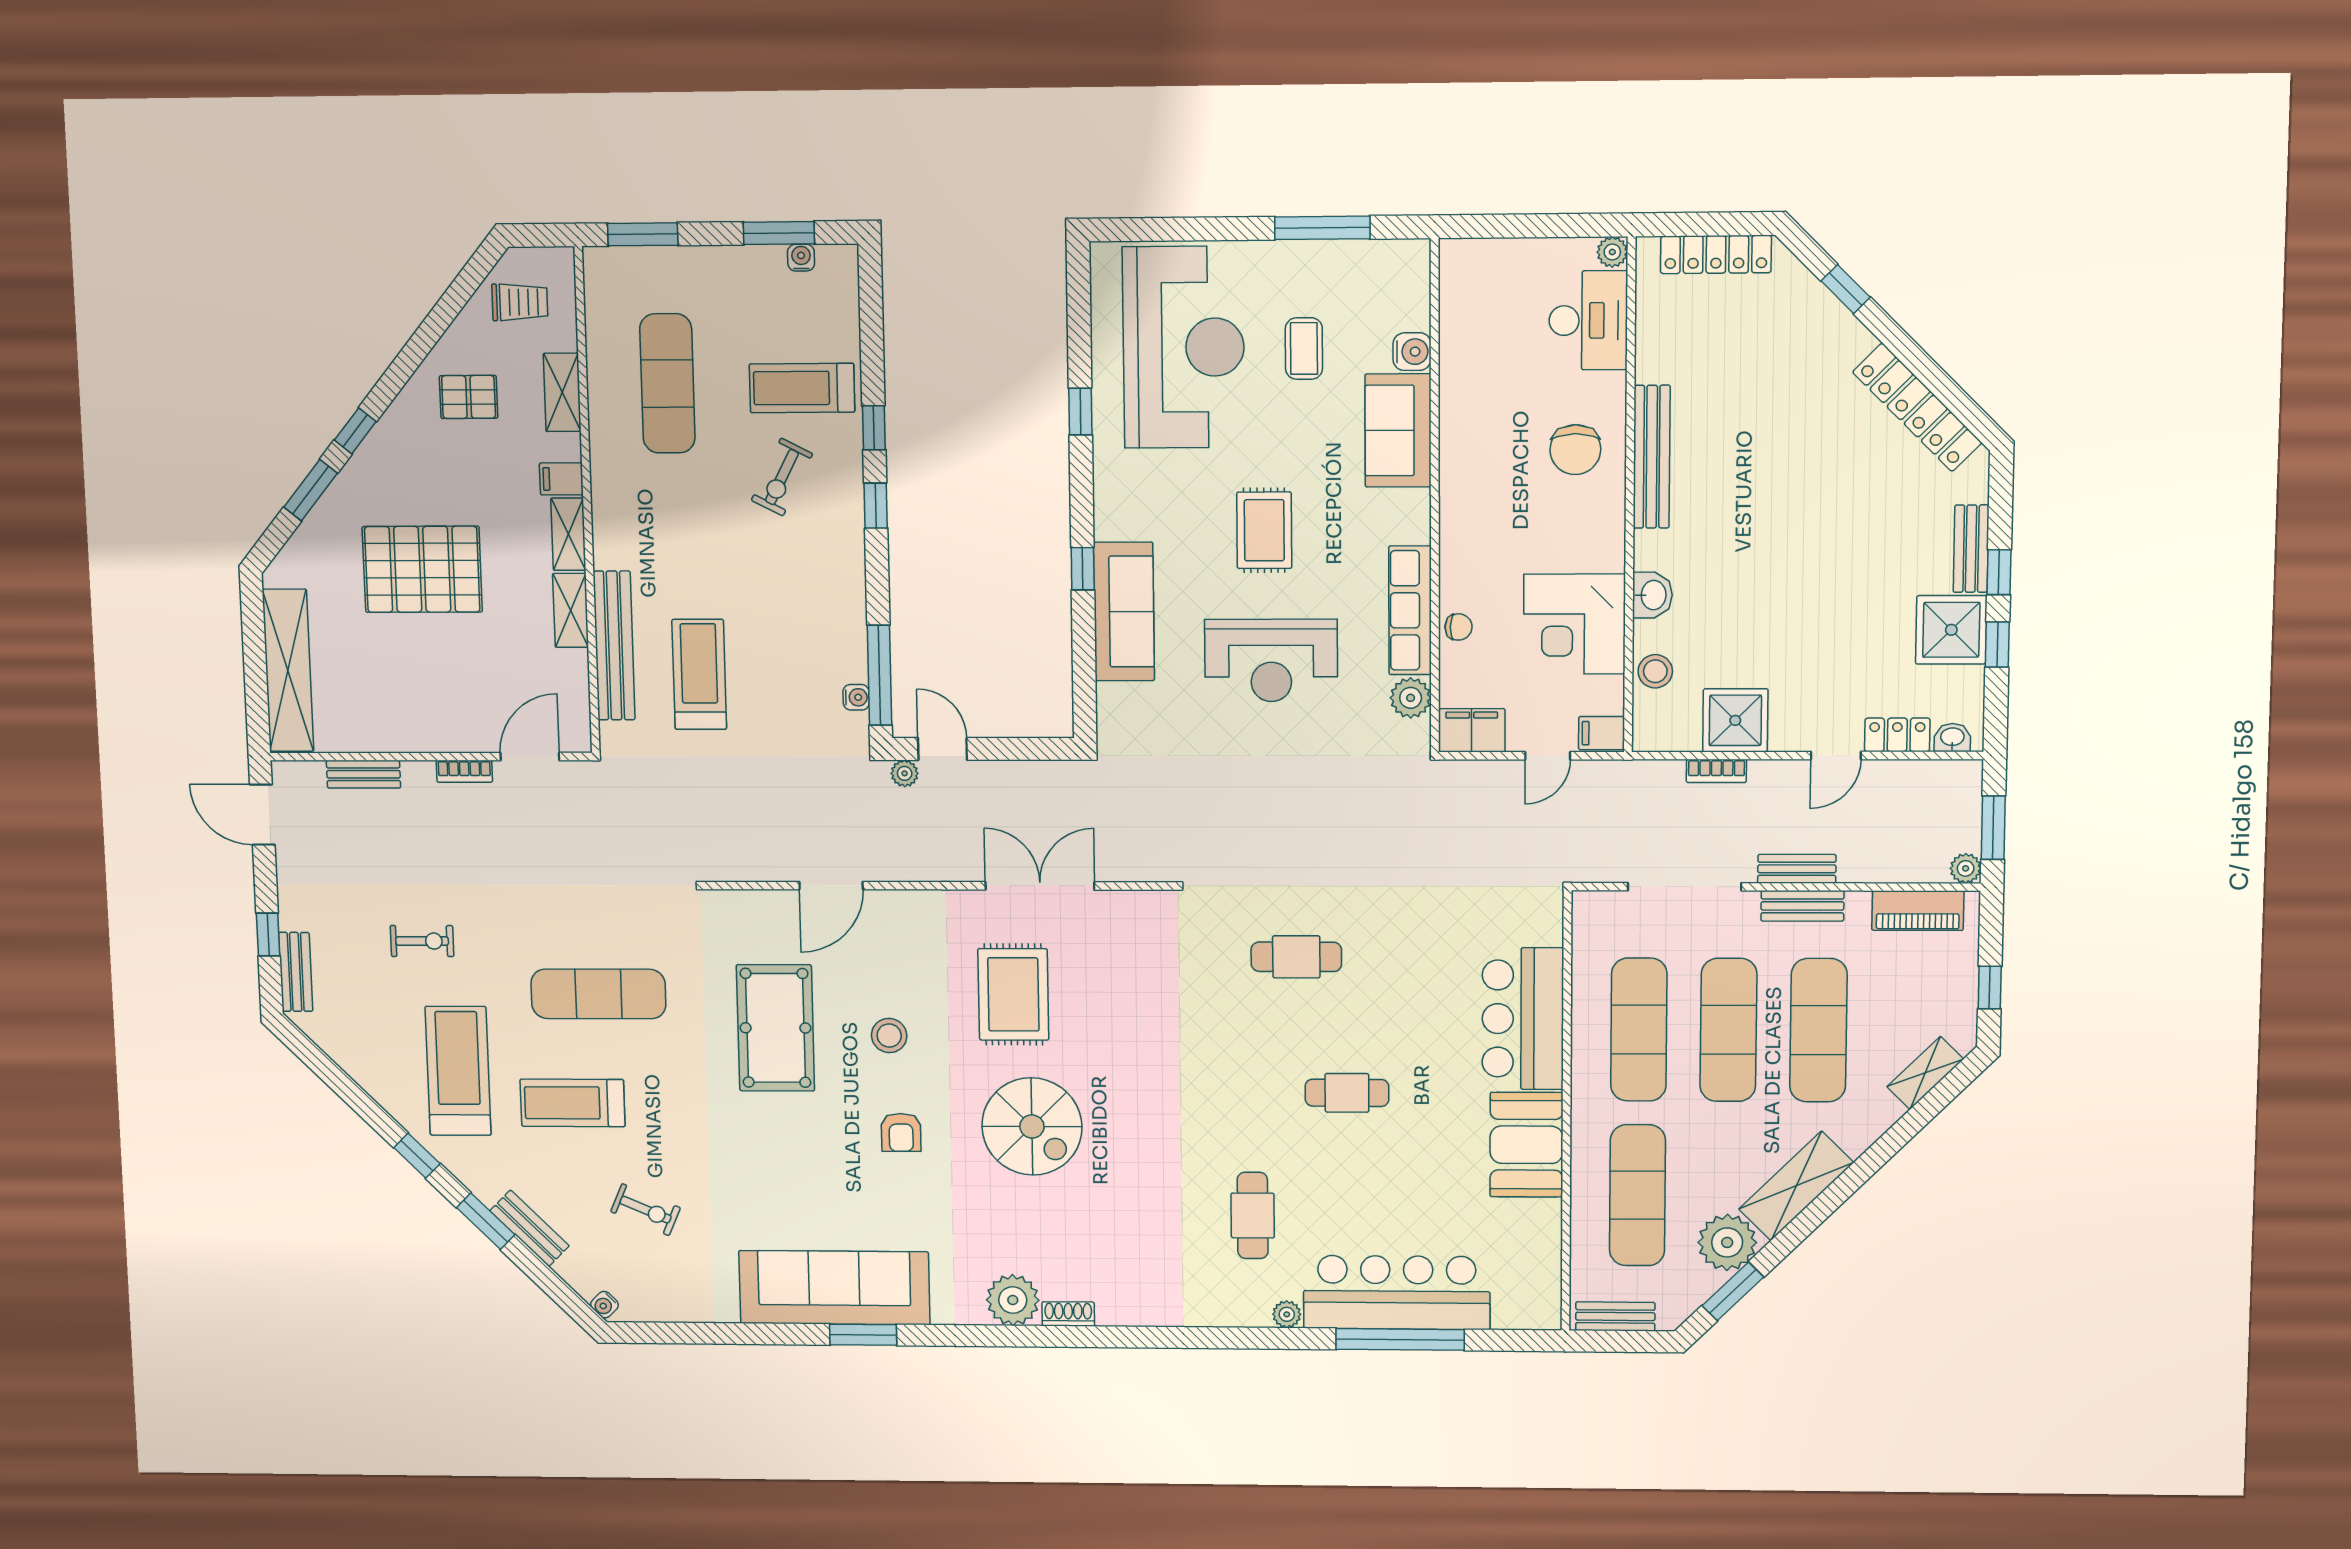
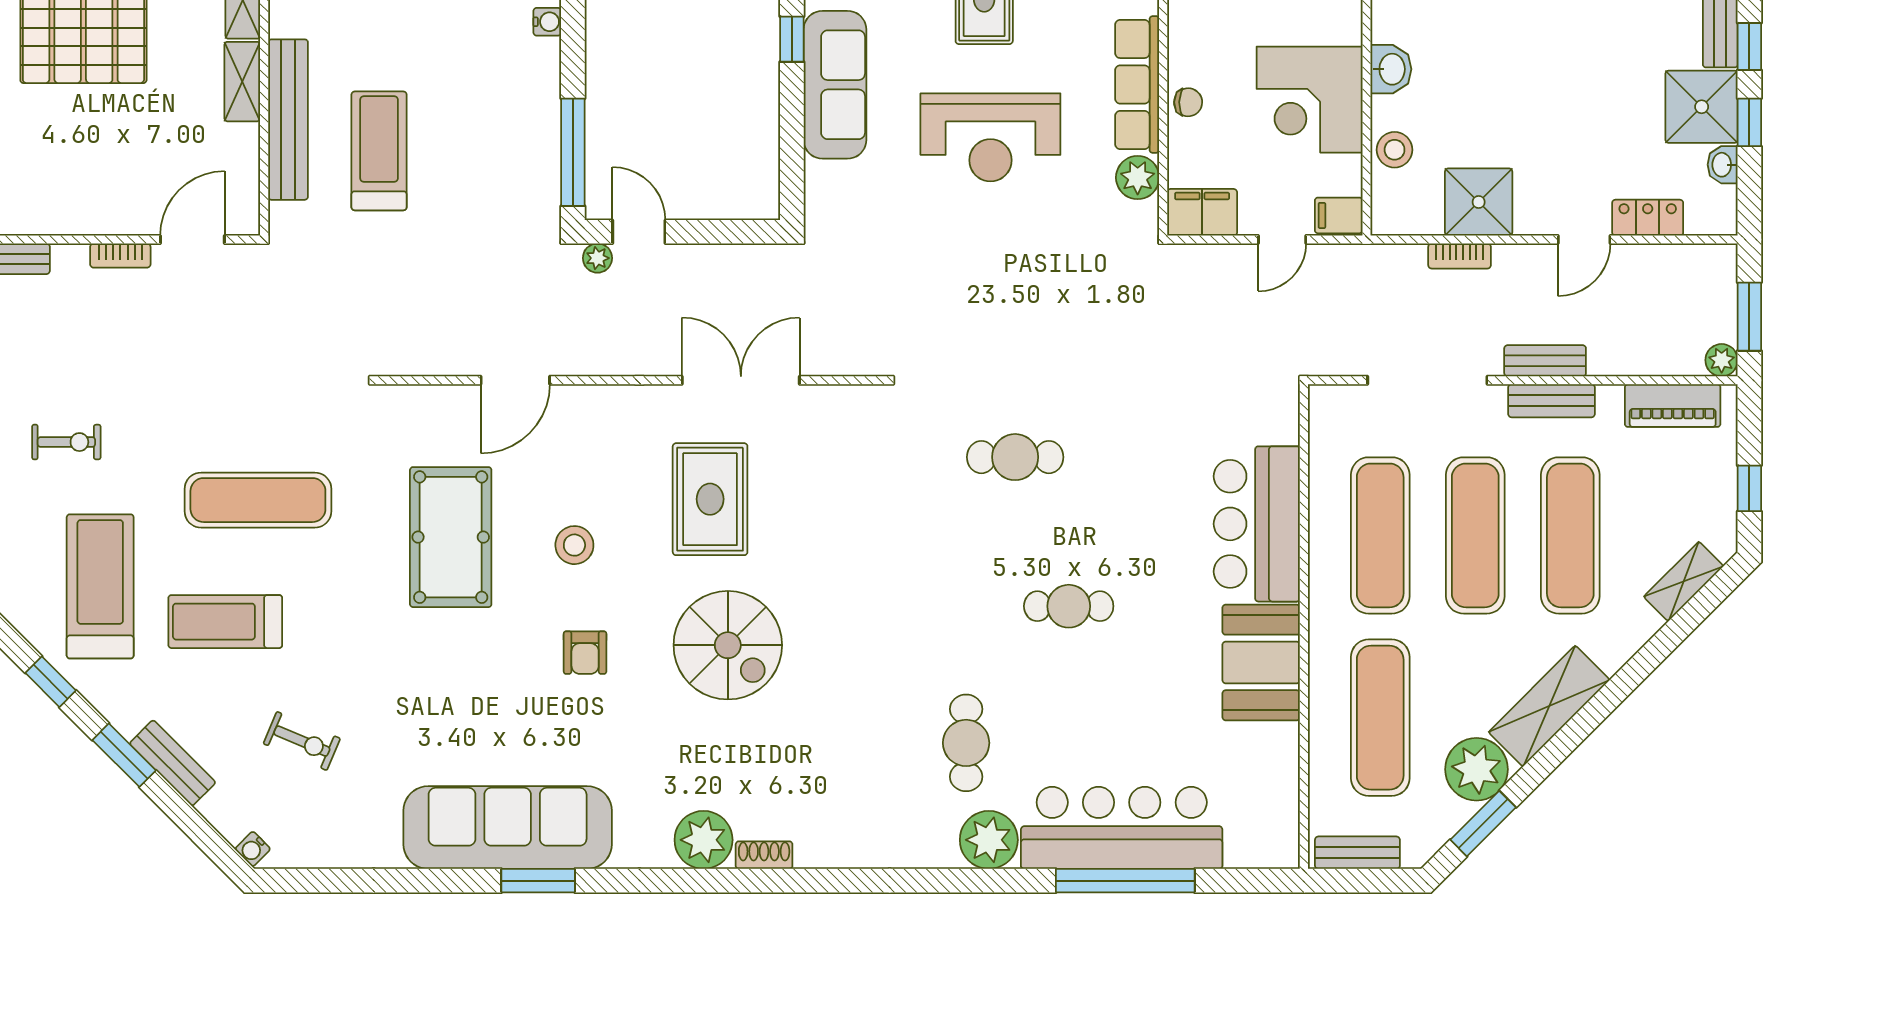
water cooler: (856, 697) -> (547, 22), moved
washbasin: (1952, 738) -> (1723, 165), moved, turned -90
plant: (1287, 1314) -> (989, 840), width x1.88, depth x1.88

